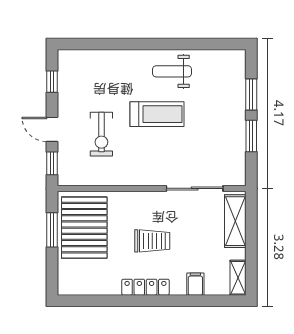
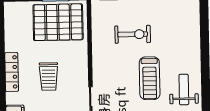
exercise bike: (101, 134) -> (133, 34), turned 180

